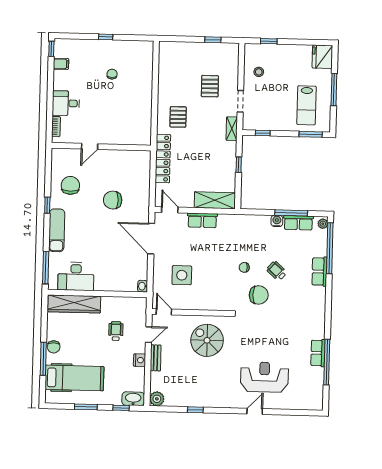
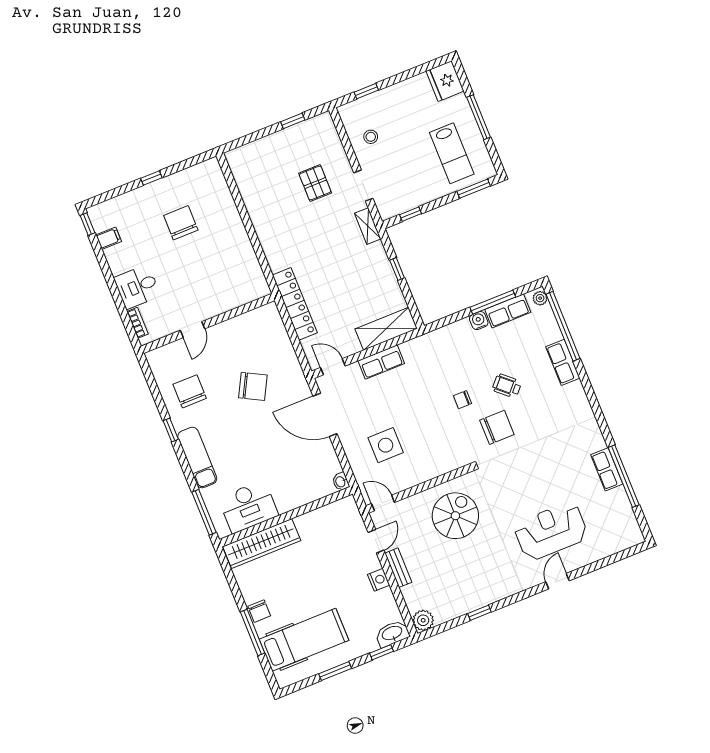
chair: (112, 74) -> (181, 223), width x1.87, depth x1.87
pallet: (178, 117) -> (291, 241), removed
chair: (113, 200) -> (253, 386), turned -152
wheelchair: (116, 331) -> (331, 555), removed
spiral stairs: (207, 340) -> (455, 516), turned 90

